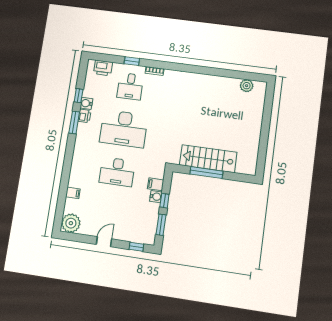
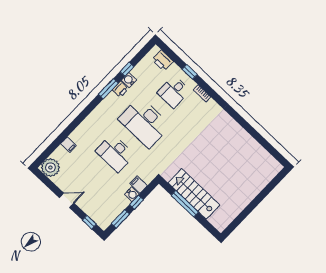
plant: (247, 86) -> (266, 158), removed

